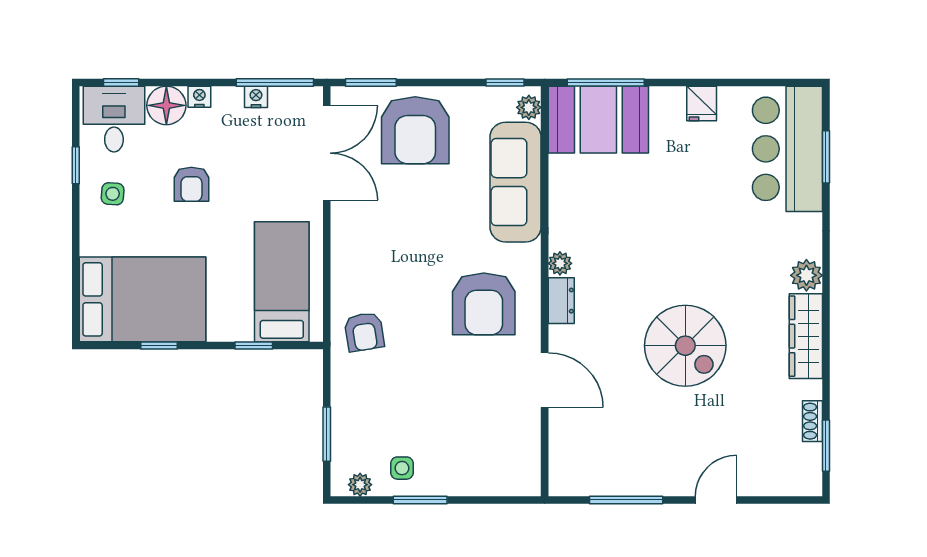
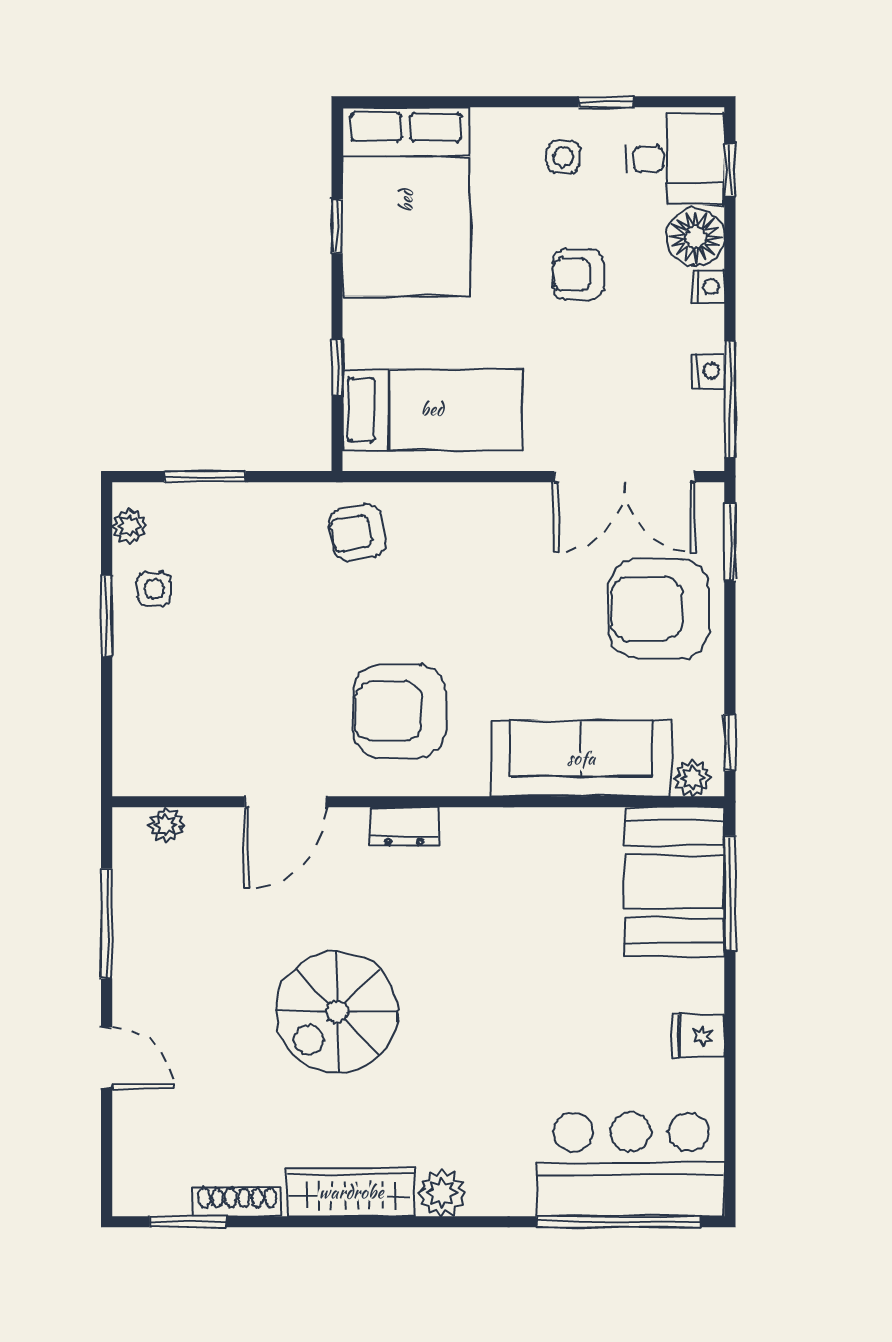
window: (826, 157) -> (619, 1222), width x2.11
plant: (560, 263) -> (166, 825), moved
shoe rack: (812, 421) -> (237, 1202), width x1.43

